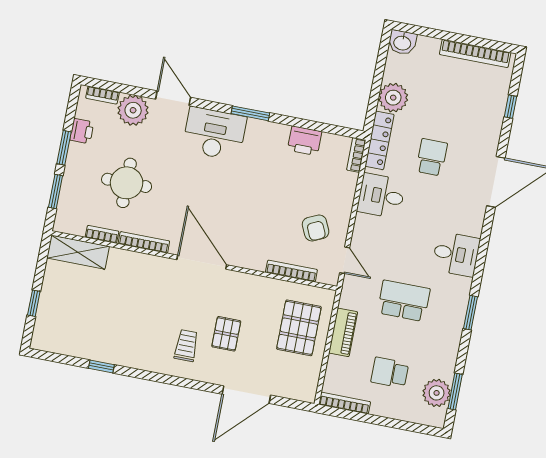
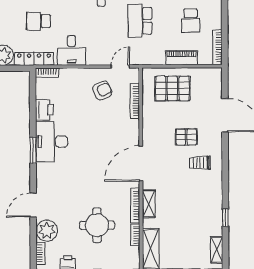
desk: (214, 134) -> (52, 142), moved
shelving: (143, 262) -> (149, 204), added
piano: (343, 332) -> (181, 58), moved
shelving: (58, 345) -> (217, 250), added

